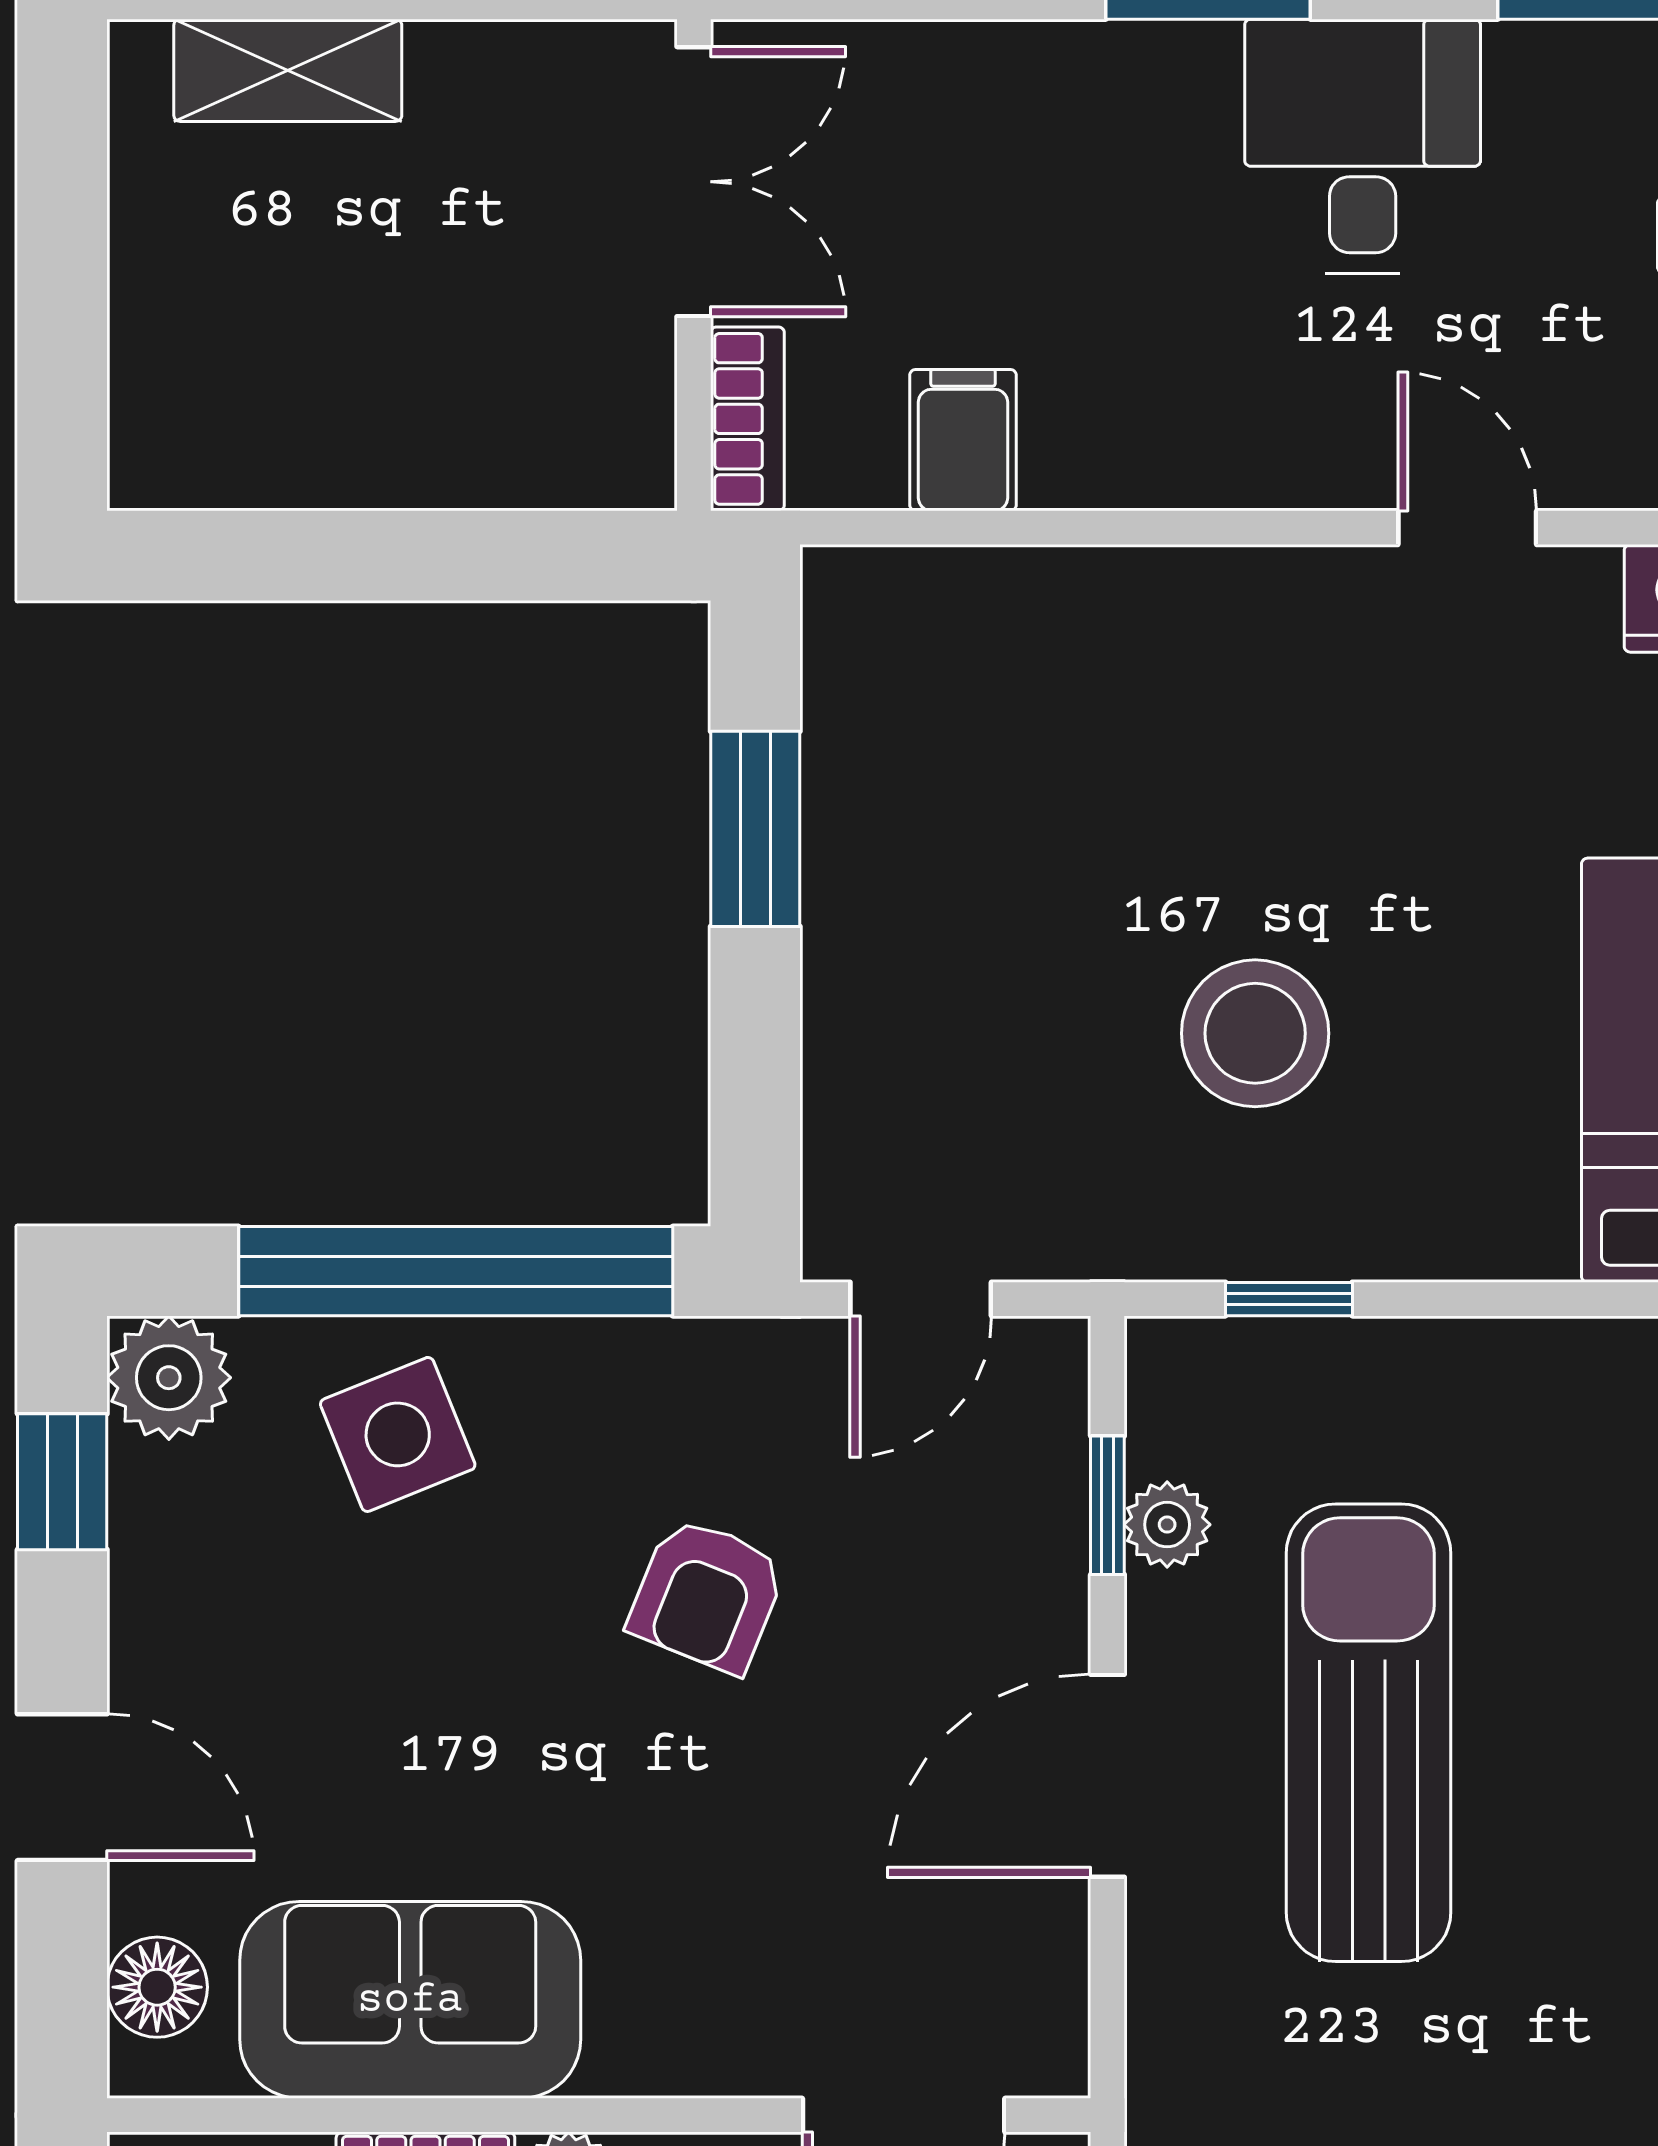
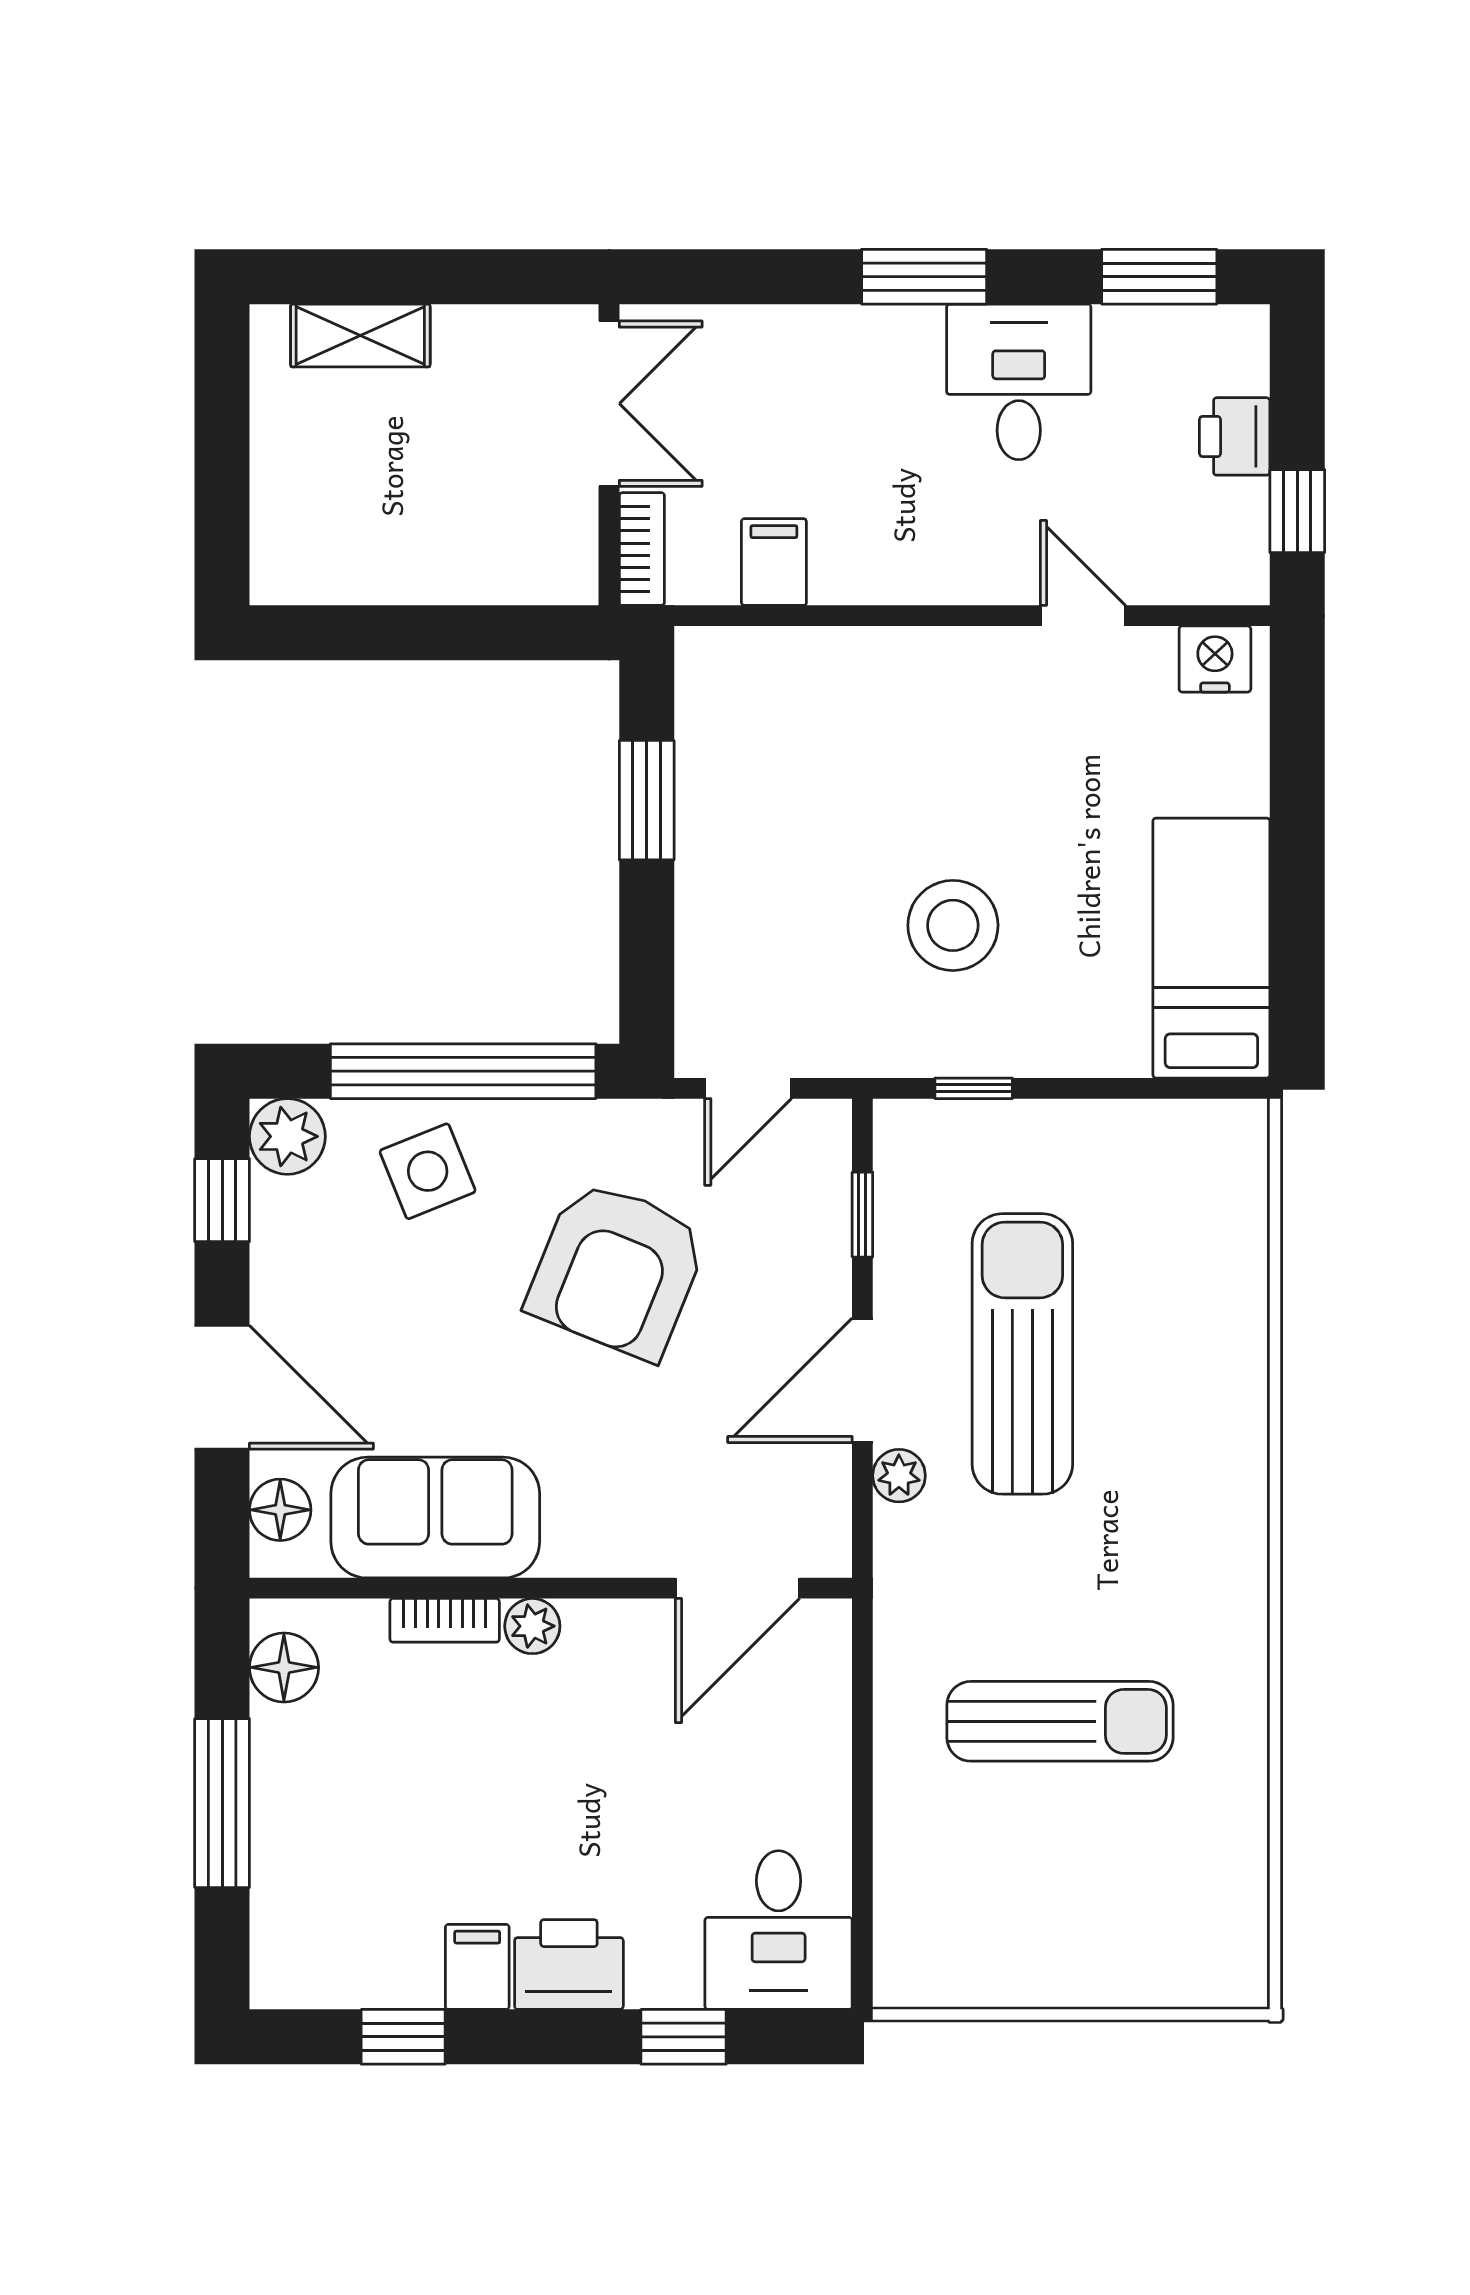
plant: (1167, 1525) -> (899, 1476), moved
armchair: (707, 1595) -> (617, 1270), width x1.88, depth x1.88
door: (62, 1787) -> (222, 1387), width x1.38

